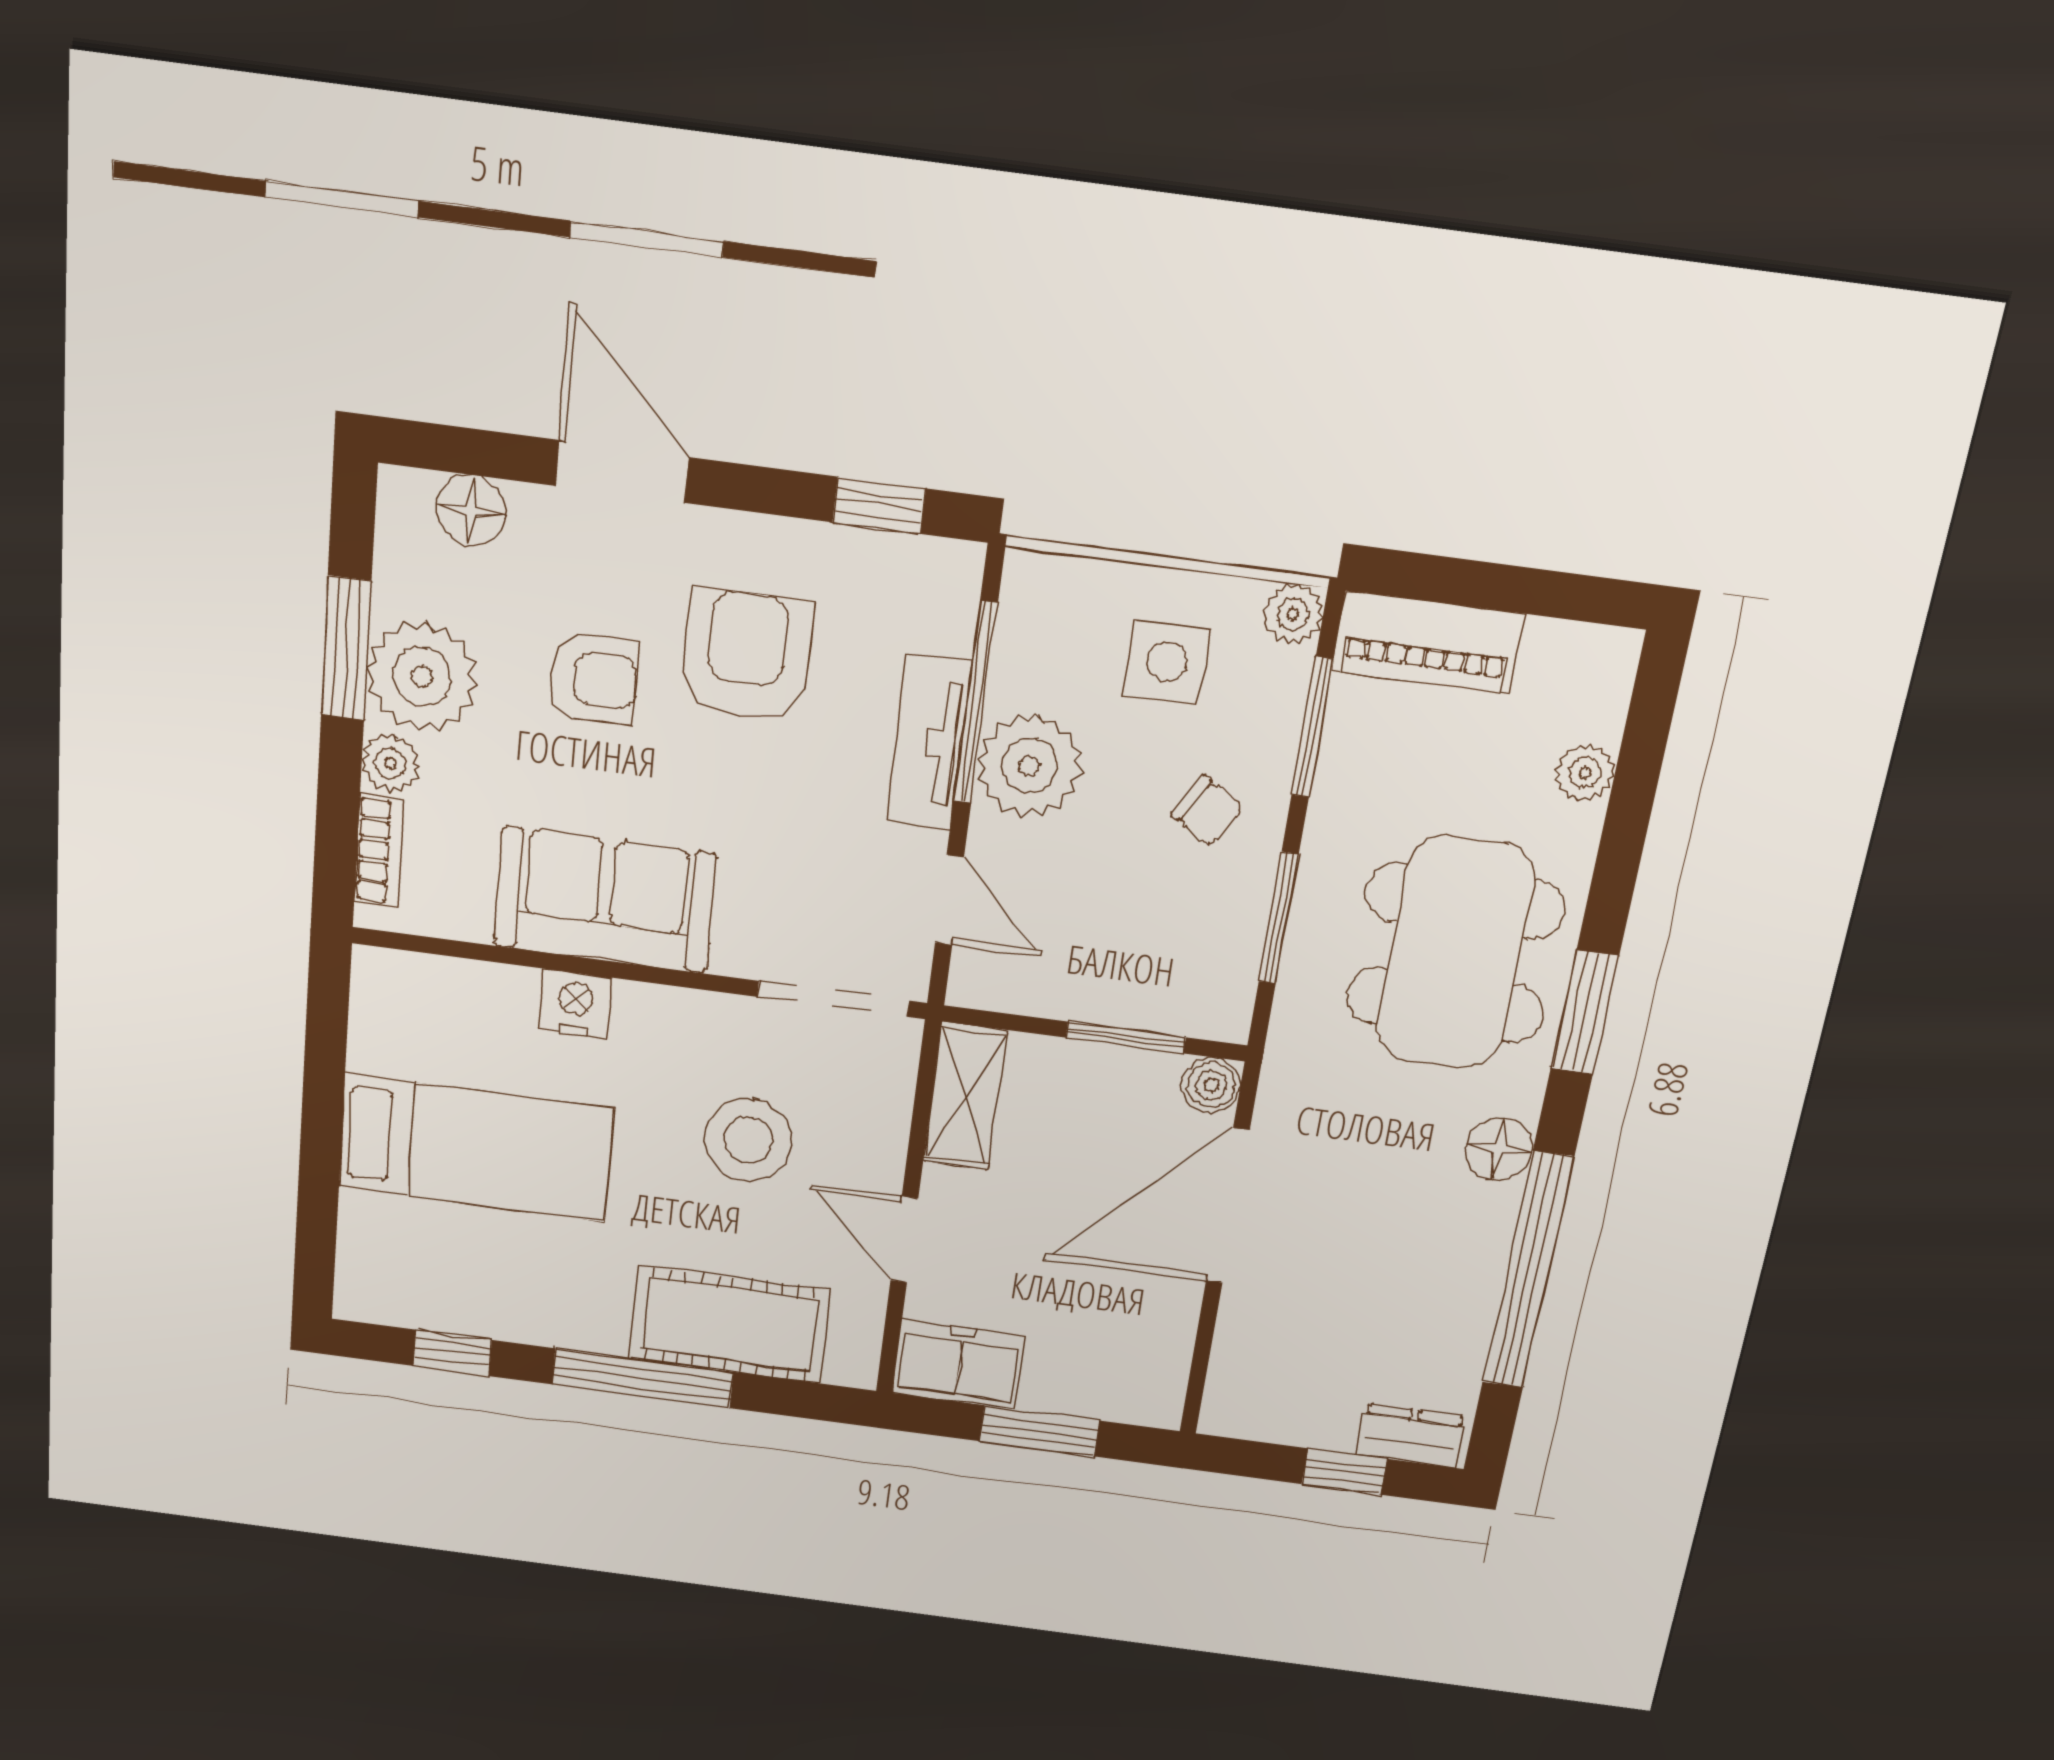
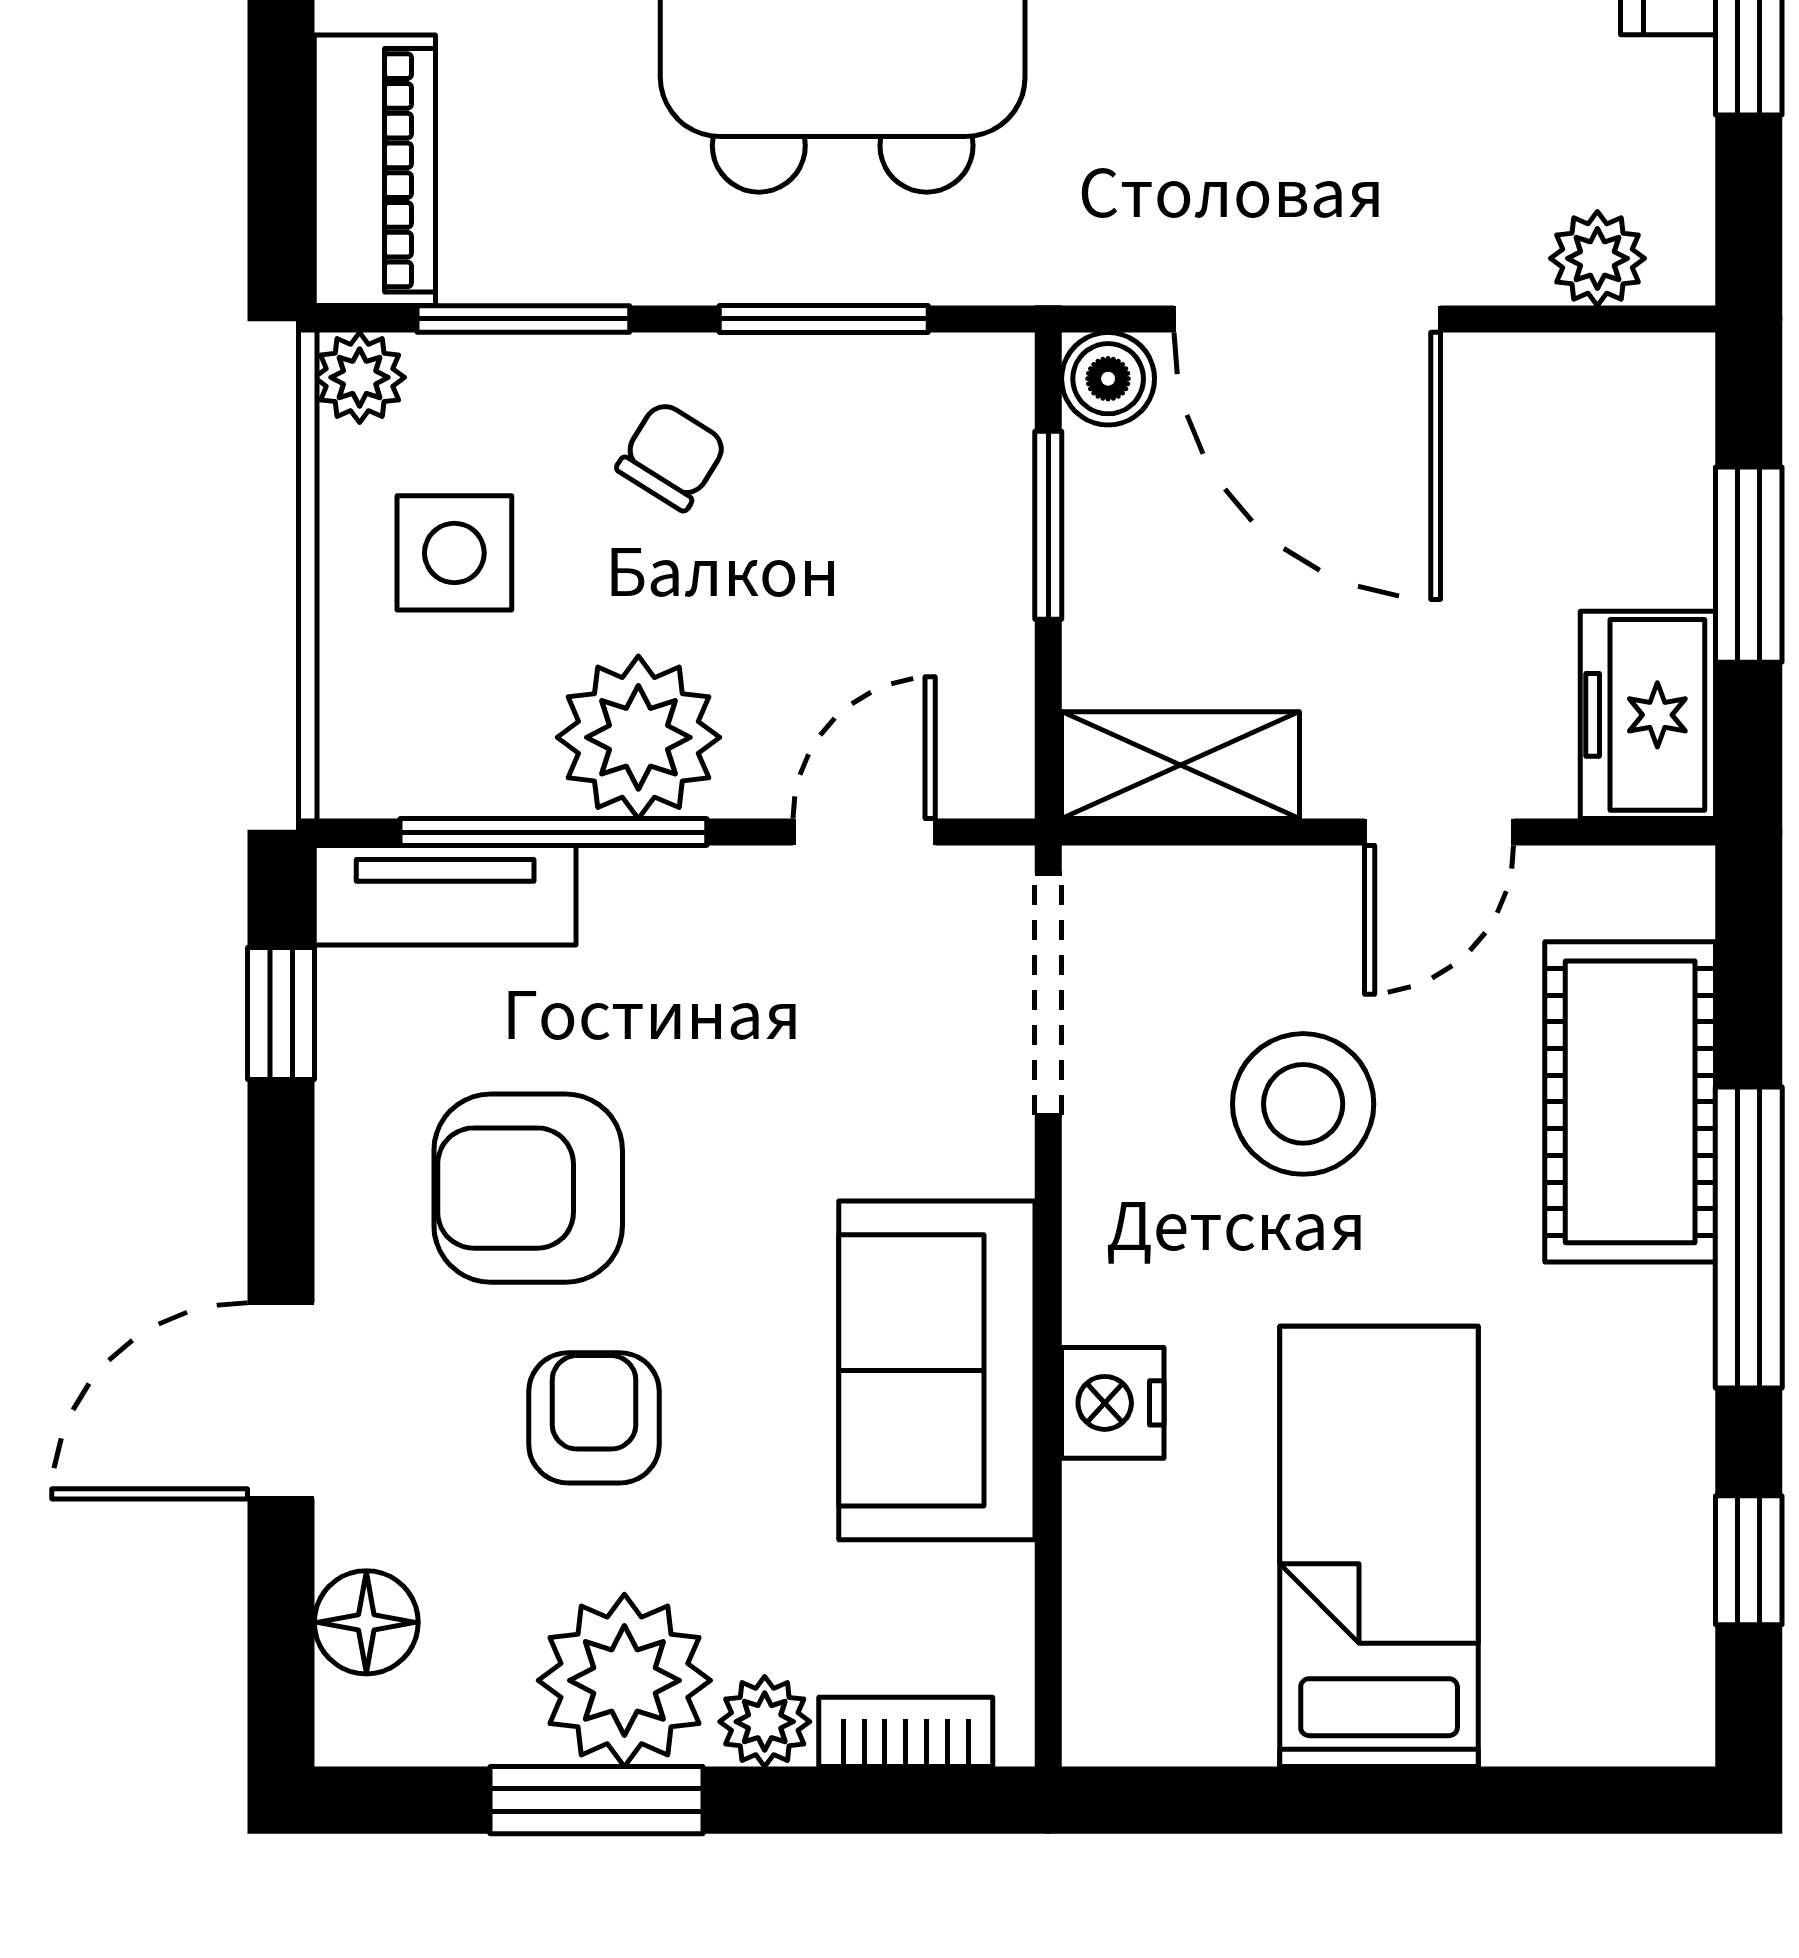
tv unit: (929, 742) -> (445, 895), moved
plant: (1235, 1373) -> (1597, 258), added

